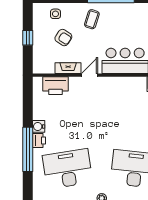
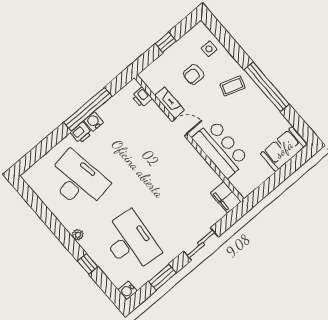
armchair: (63, 38) -> (194, 75), turned 57
printer: (55, 86) -> (142, 97), width x0.53, depth x0.68
window: (28, 149) -> (88, 109), moved

